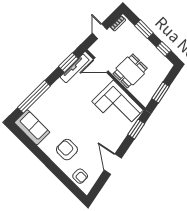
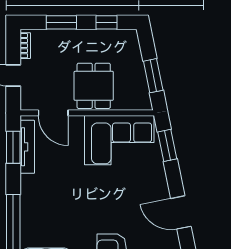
door: (101, 65) -> (53, 113), hinge flipped

